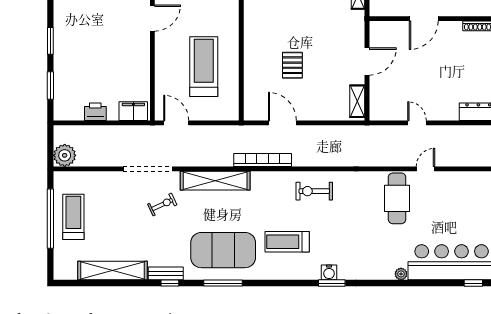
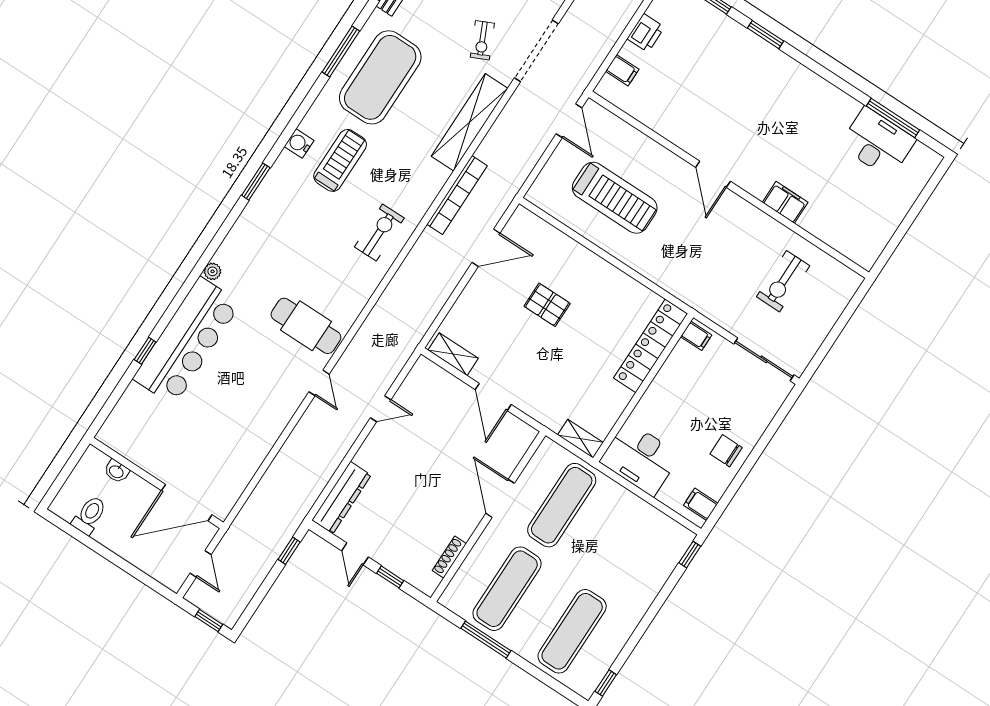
filing cabinet: (133, 111) -> (622, 70), width x0.50
door: (176, 123) -> (569, 121), hinge flipped
water cooler: (329, 272) -> (299, 143), moved

